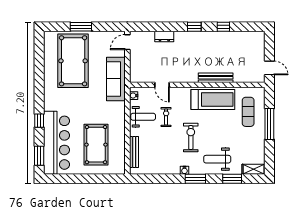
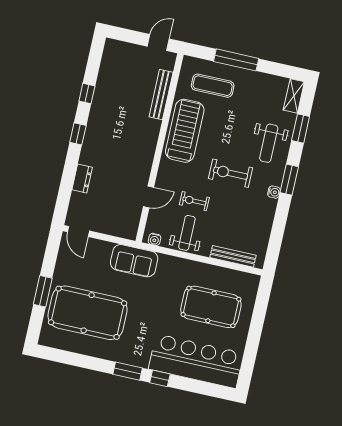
bench: (216, 78) -> (161, 95), moved
sofa: (116, 79) -> (134, 261), width x0.73
window: (39, 156) -> (128, 371), moved

